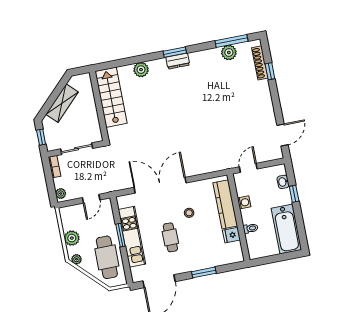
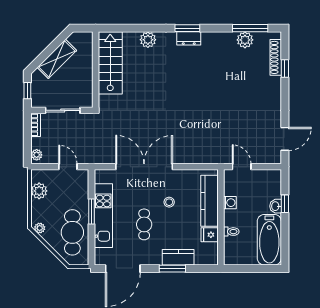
door: (248, 168) -> (242, 167), hinge flipped
washbasin: (283, 182) -> (276, 206), moved
door: (91, 199) -> (68, 167), swing flipped
plant: (72, 238) -> (39, 191), moved
kitchen counter: (207, 261) -> (178, 257), added

